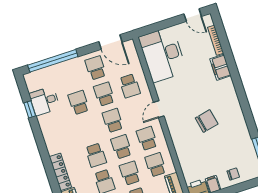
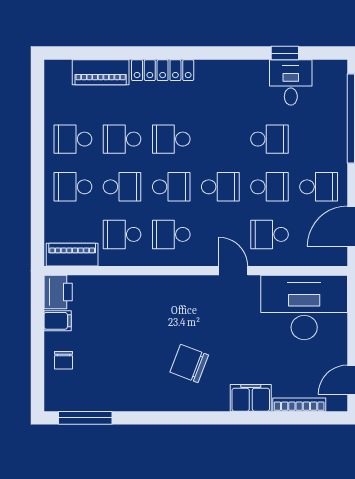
door: (159, 109) -> (233, 271), moved
chair: (207, 121) -> (189, 363), moved, turned 123
school desk: (147, 138) -> (171, 234), turned 180
school desk: (156, 165) -> (122, 234), turned 180

